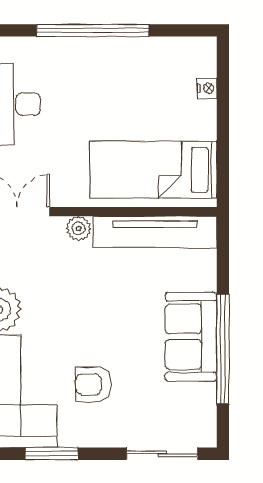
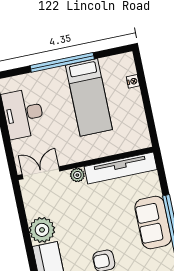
bed: (153, 170) -> (89, 97), moved, turned -90

